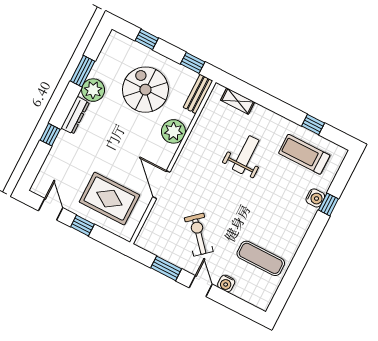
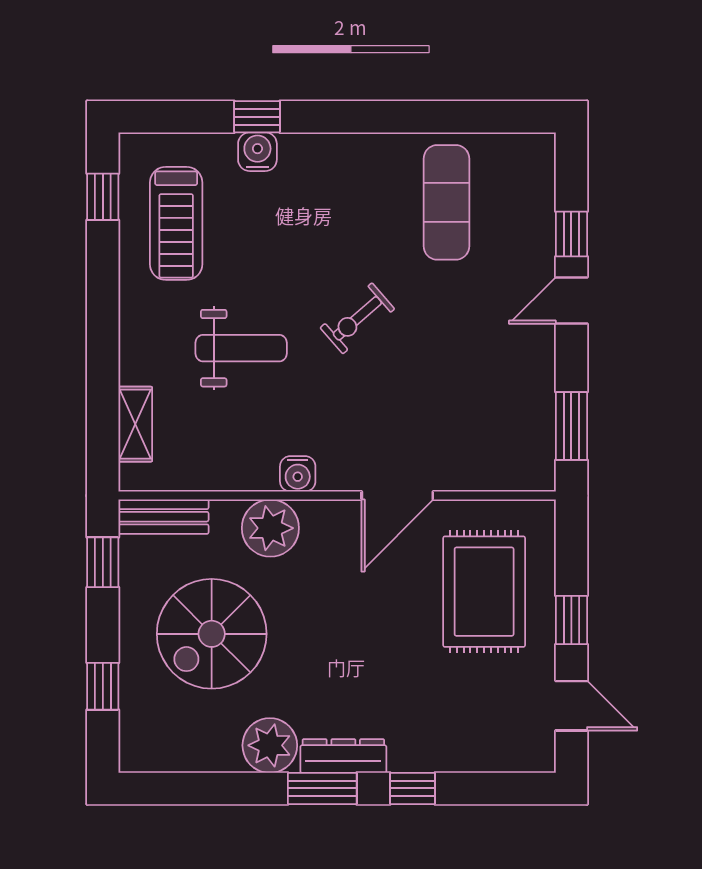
window: (83, 71) -> (322, 788), moved
window: (313, 125) -> (103, 197), moved
weight bench: (246, 155) -> (241, 348), turned 180
door: (51, 209) -> (571, 706), swing flipped
exercise bike: (199, 235) -> (357, 318), moved, width x0.73, depth x0.72
window: (166, 268) -> (571, 426), moved
water cooler: (226, 283) -> (298, 474), moved, turned 90
window: (225, 299) -> (571, 234), added

